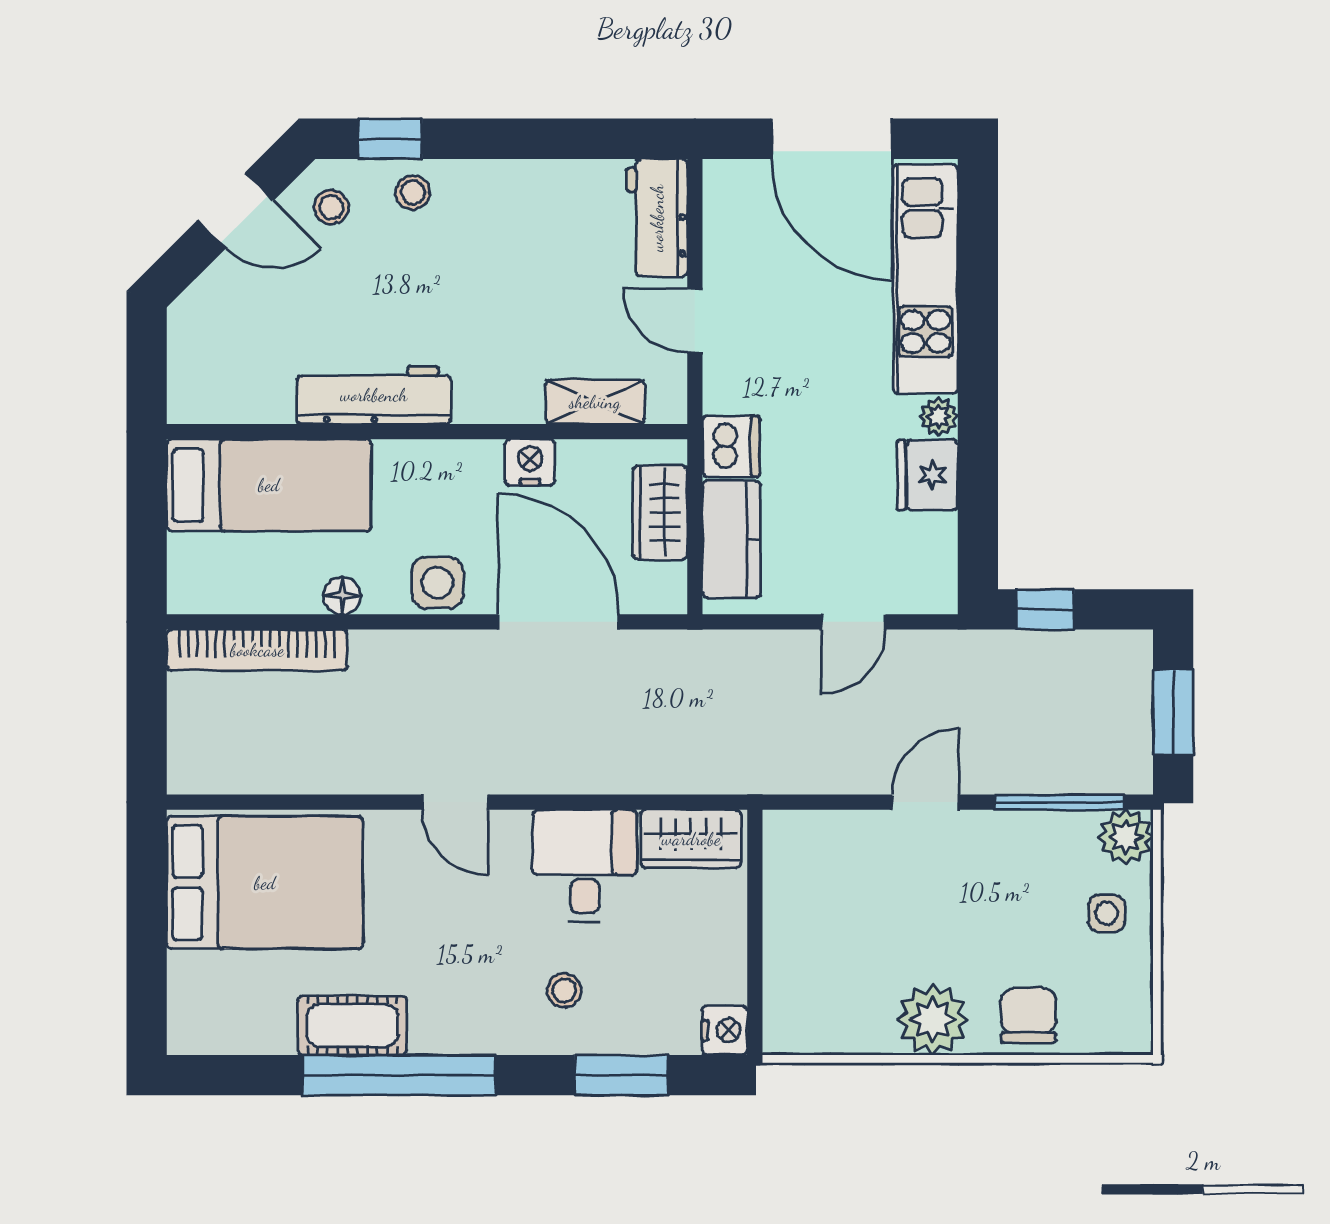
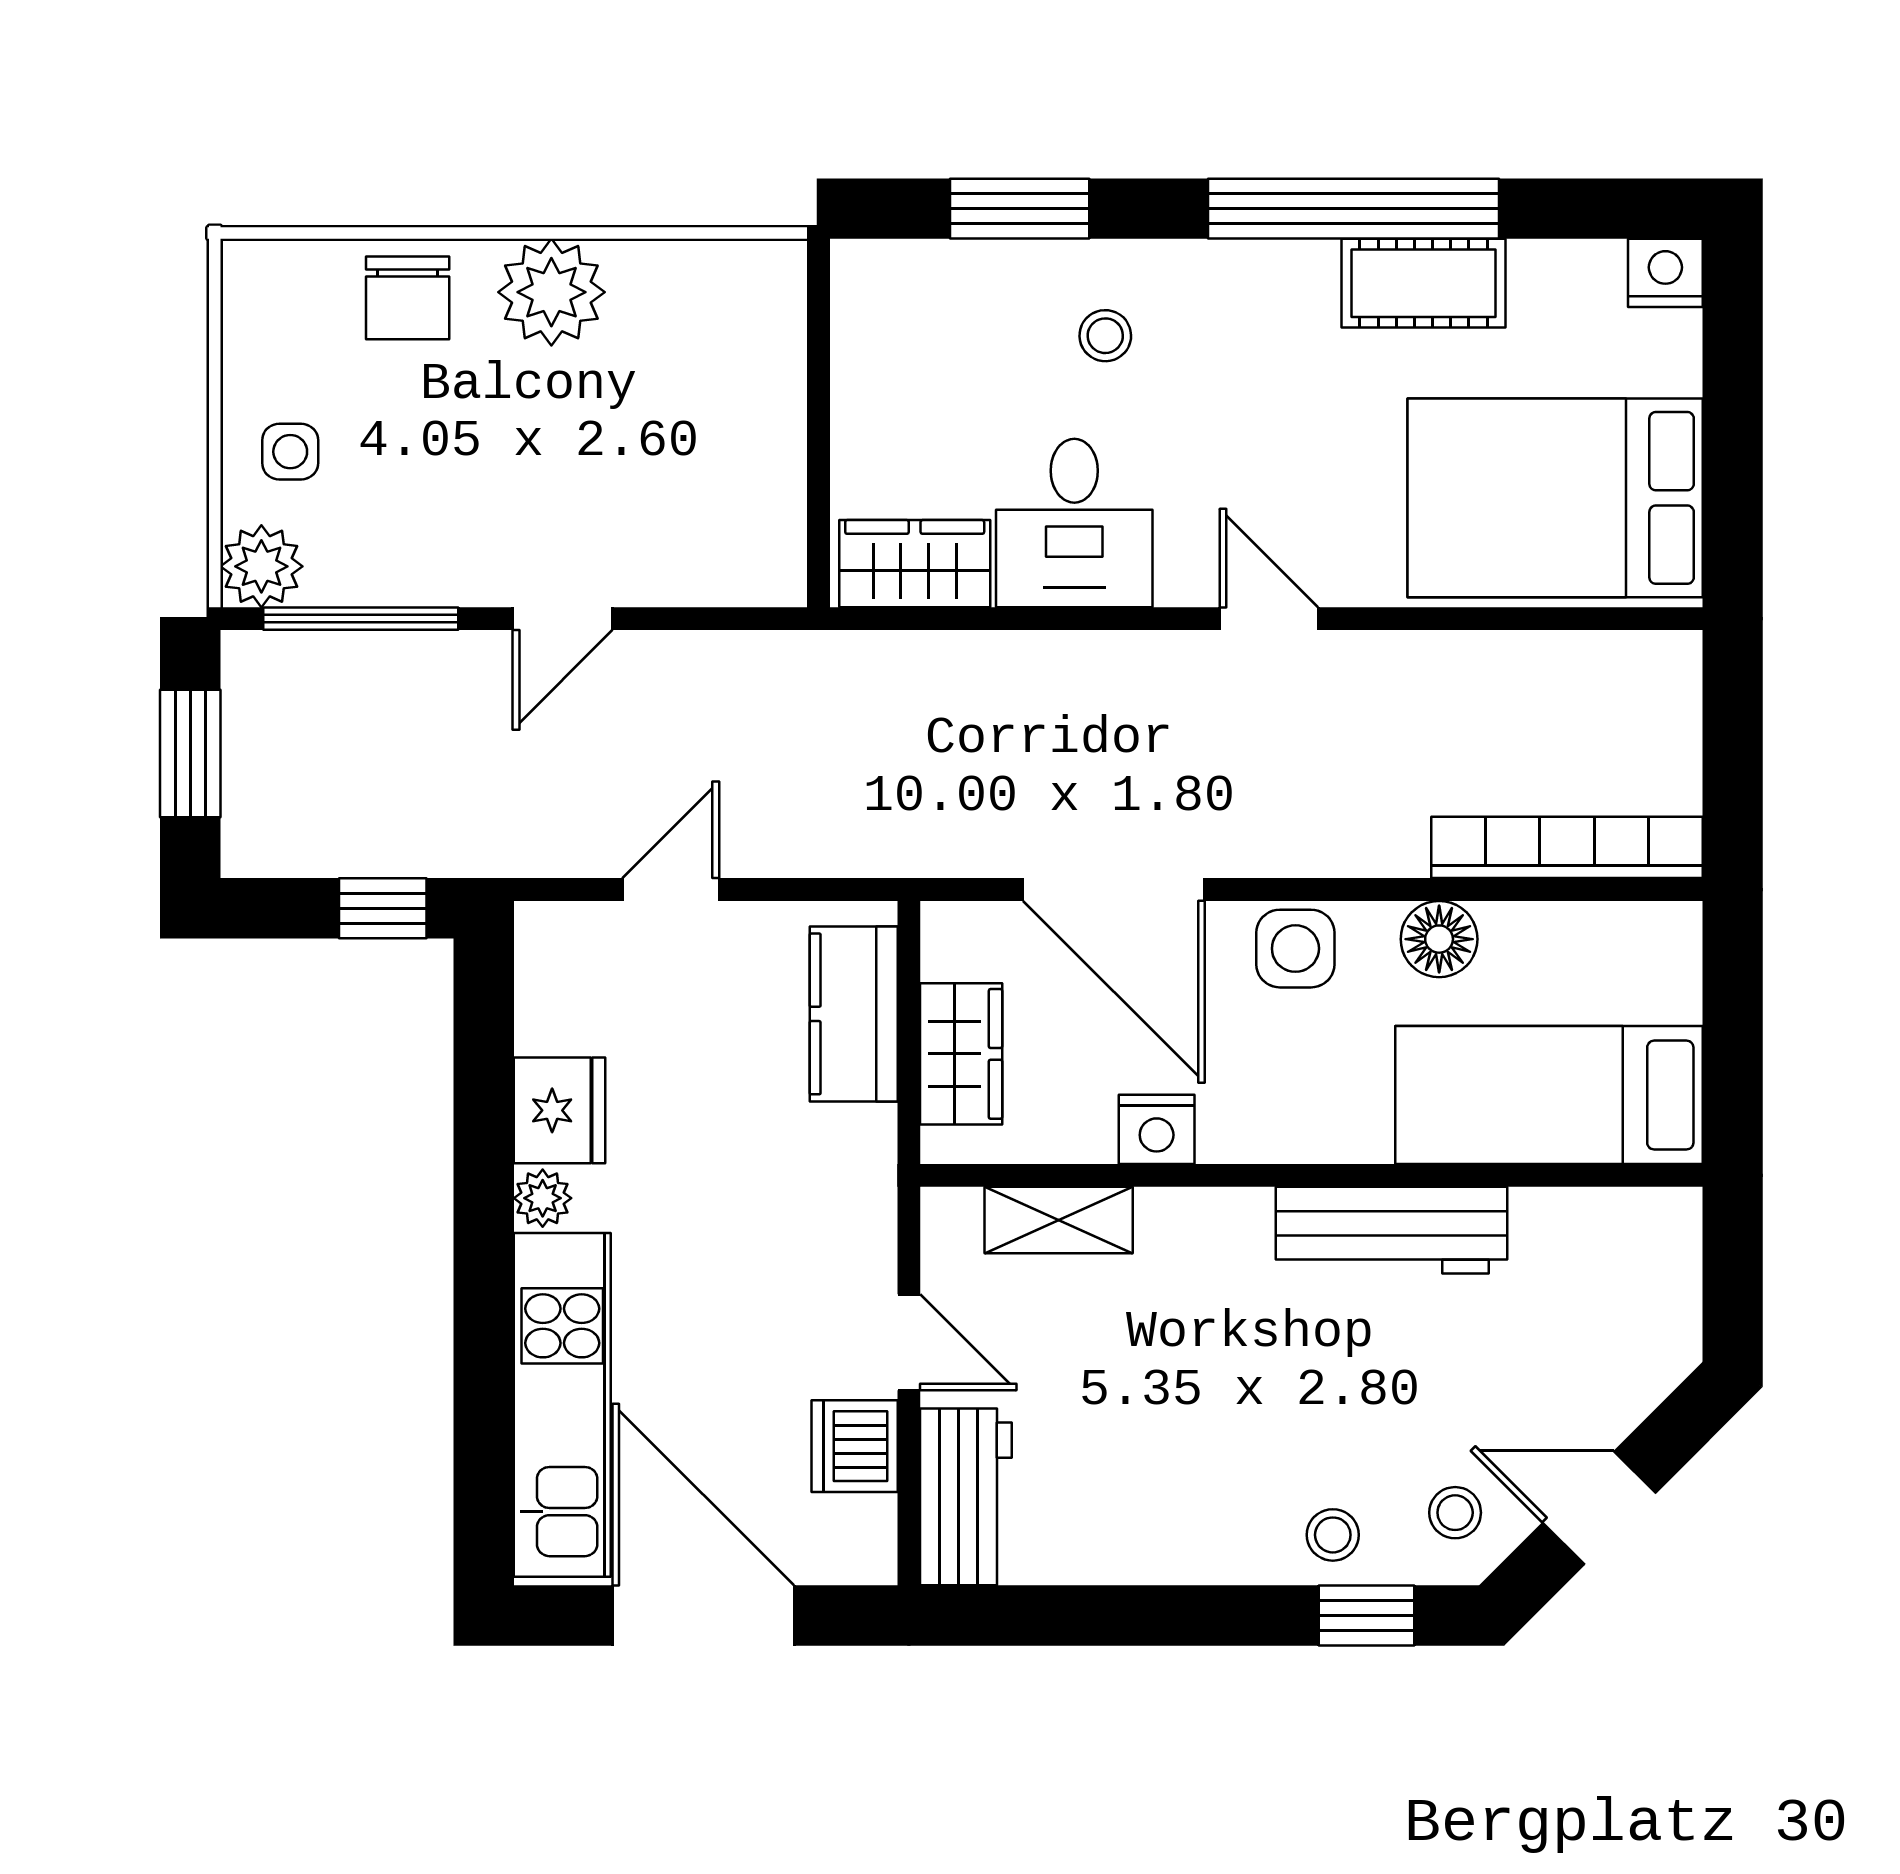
dishwasher: (731, 446) -> (855, 1446), moved
floor lamp: (342, 596) -> (1439, 939), width x1.37, depth x1.37
nightstand: (725, 1030) -> (1665, 273), moved, turned 90

